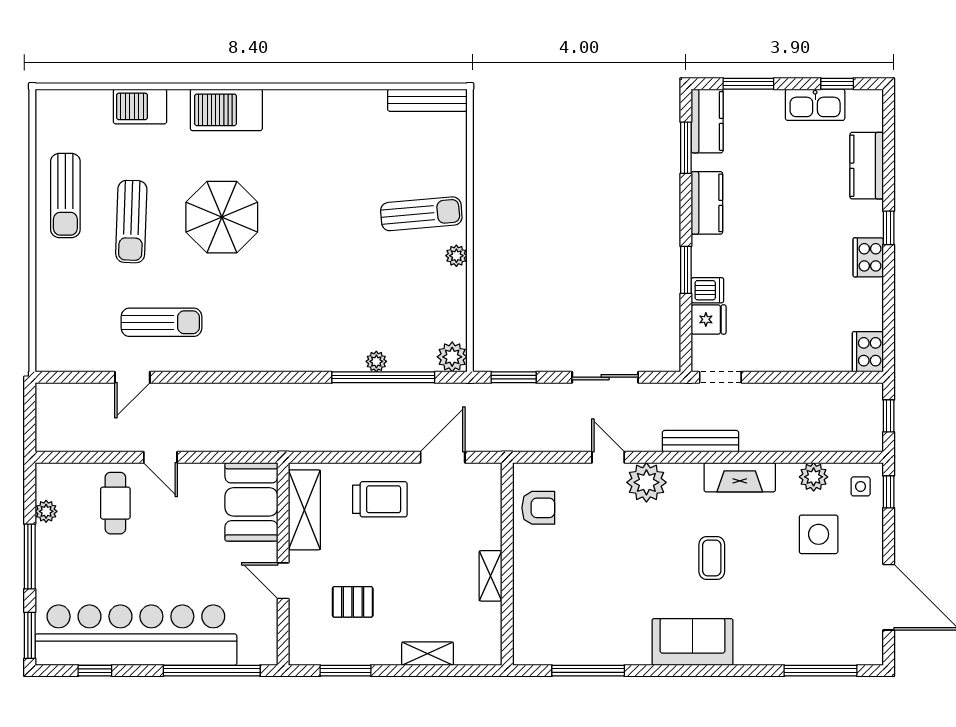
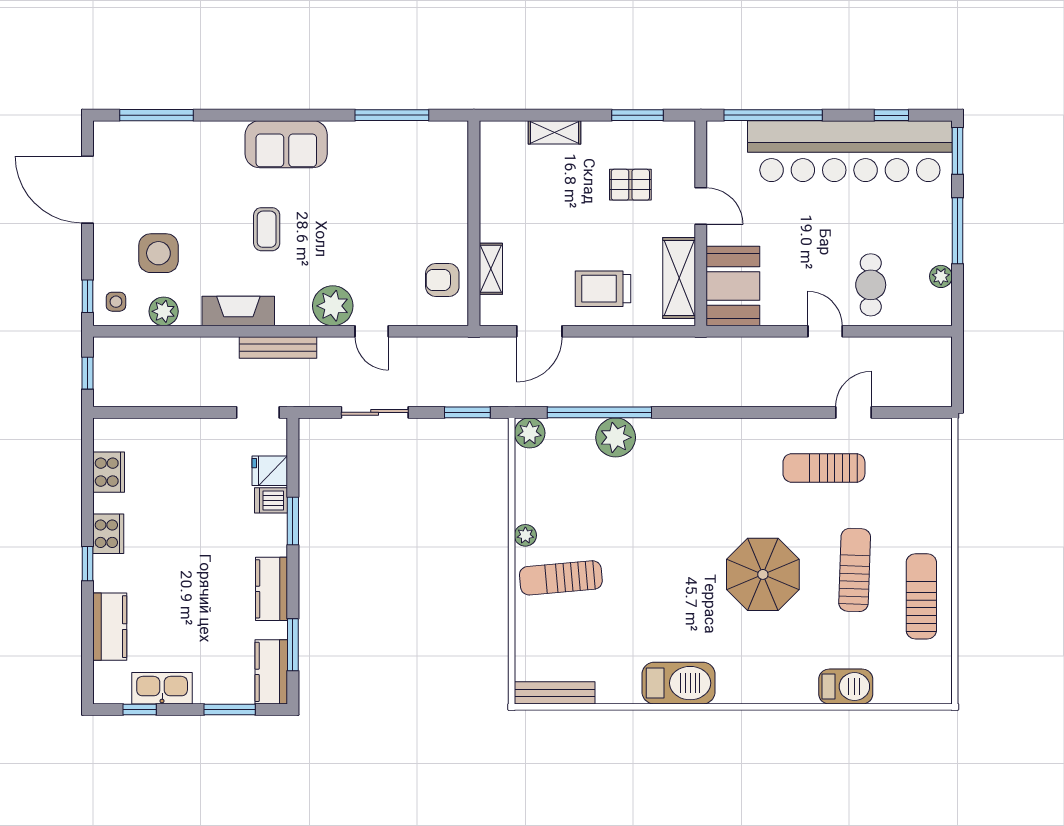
barbecue: (226, 110) -> (678, 683), moved
cooker: (868, 352) -> (109, 472), moved
plant: (376, 361) -> (616, 437), width x1.88, depth x1.88
shelving: (490, 576) -> (491, 269), moved

